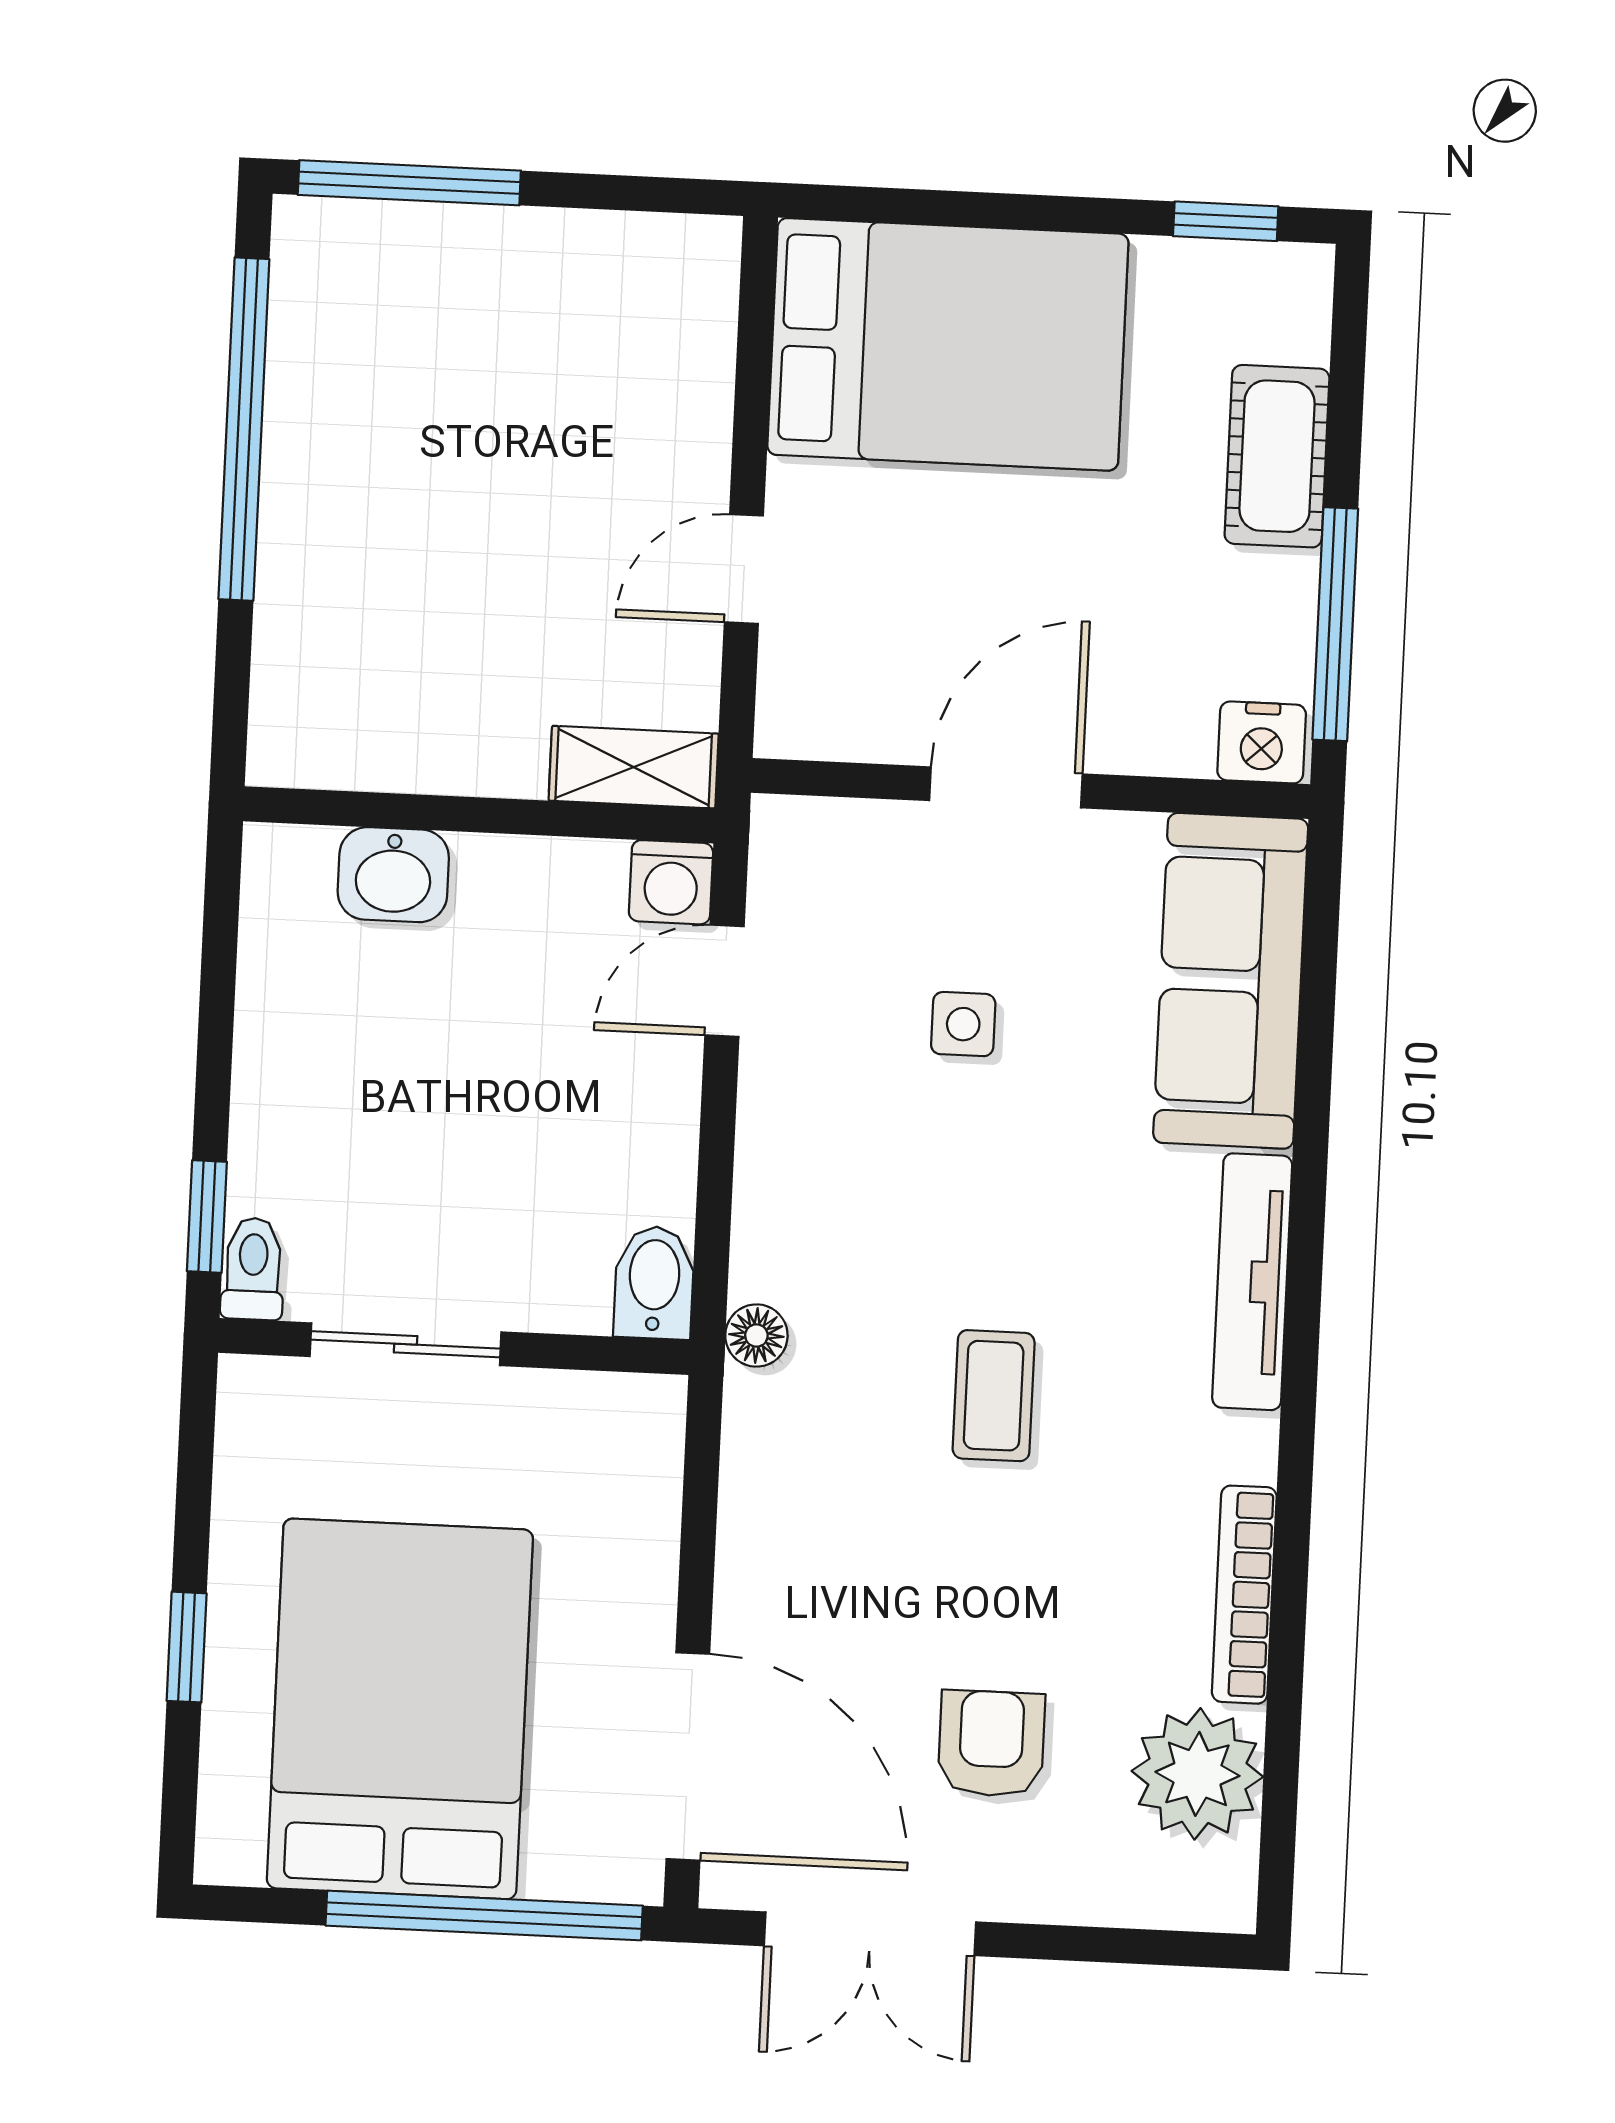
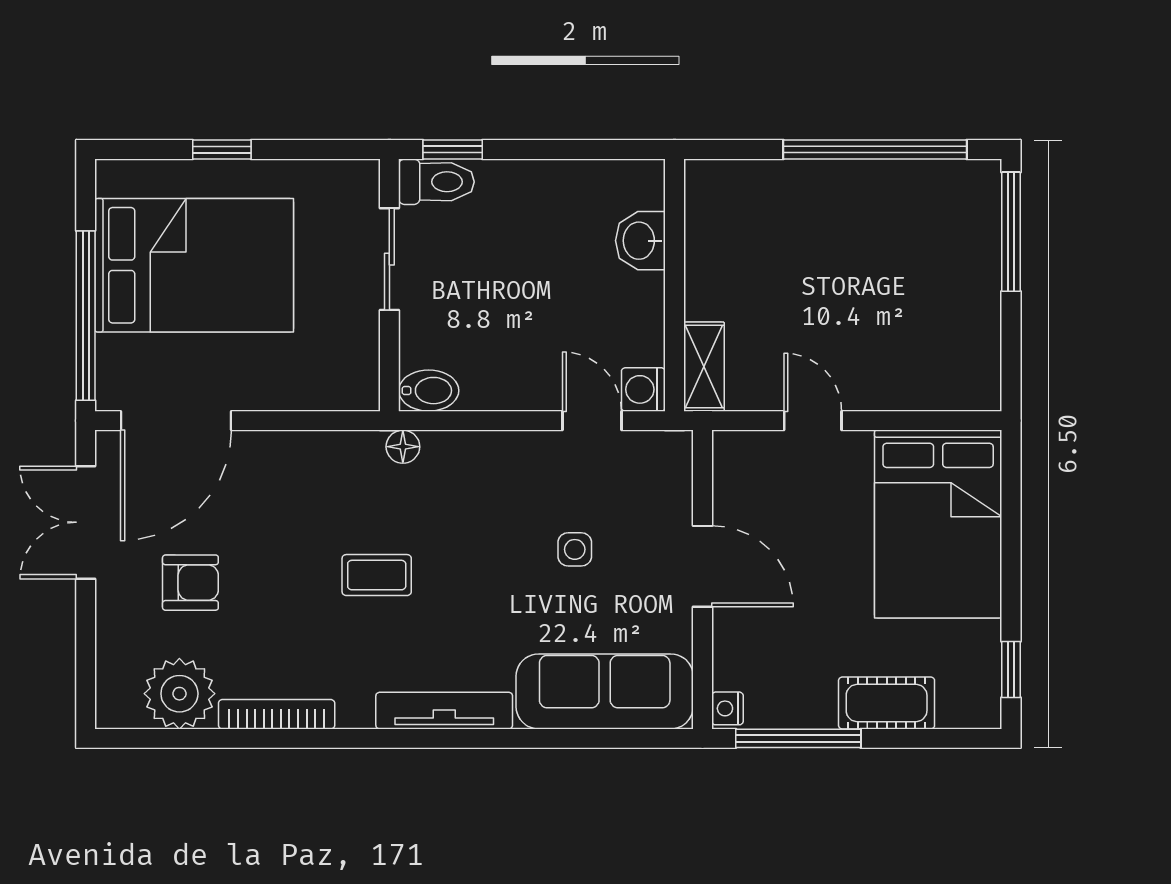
nightstand: (1262, 742) -> (727, 708), width x0.72, depth x0.74
toilet: (253, 1269) -> (436, 182), width x1.37, depth x1.39

